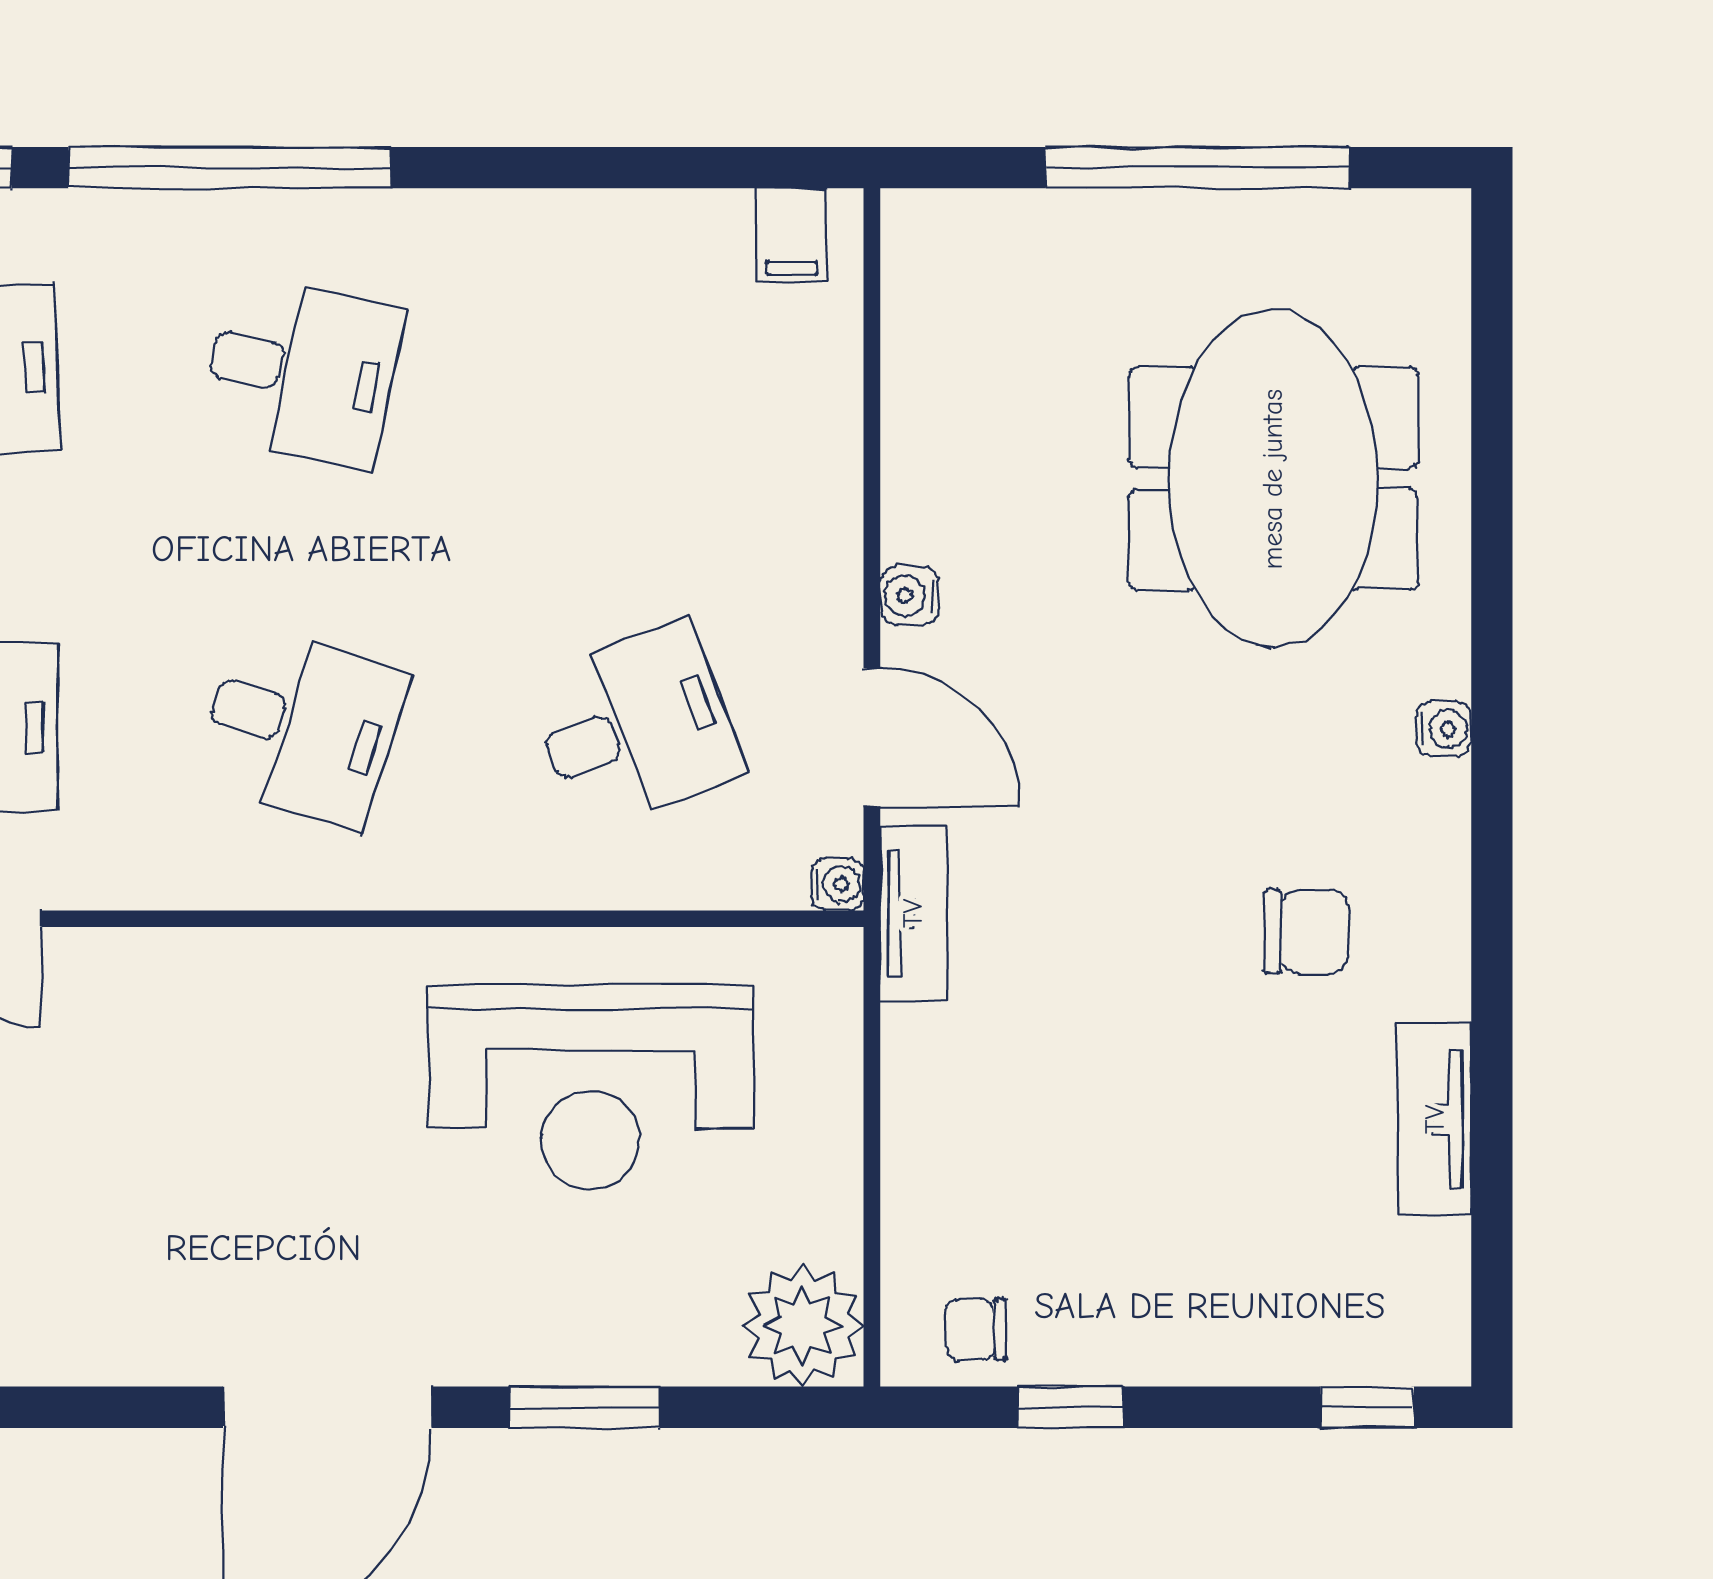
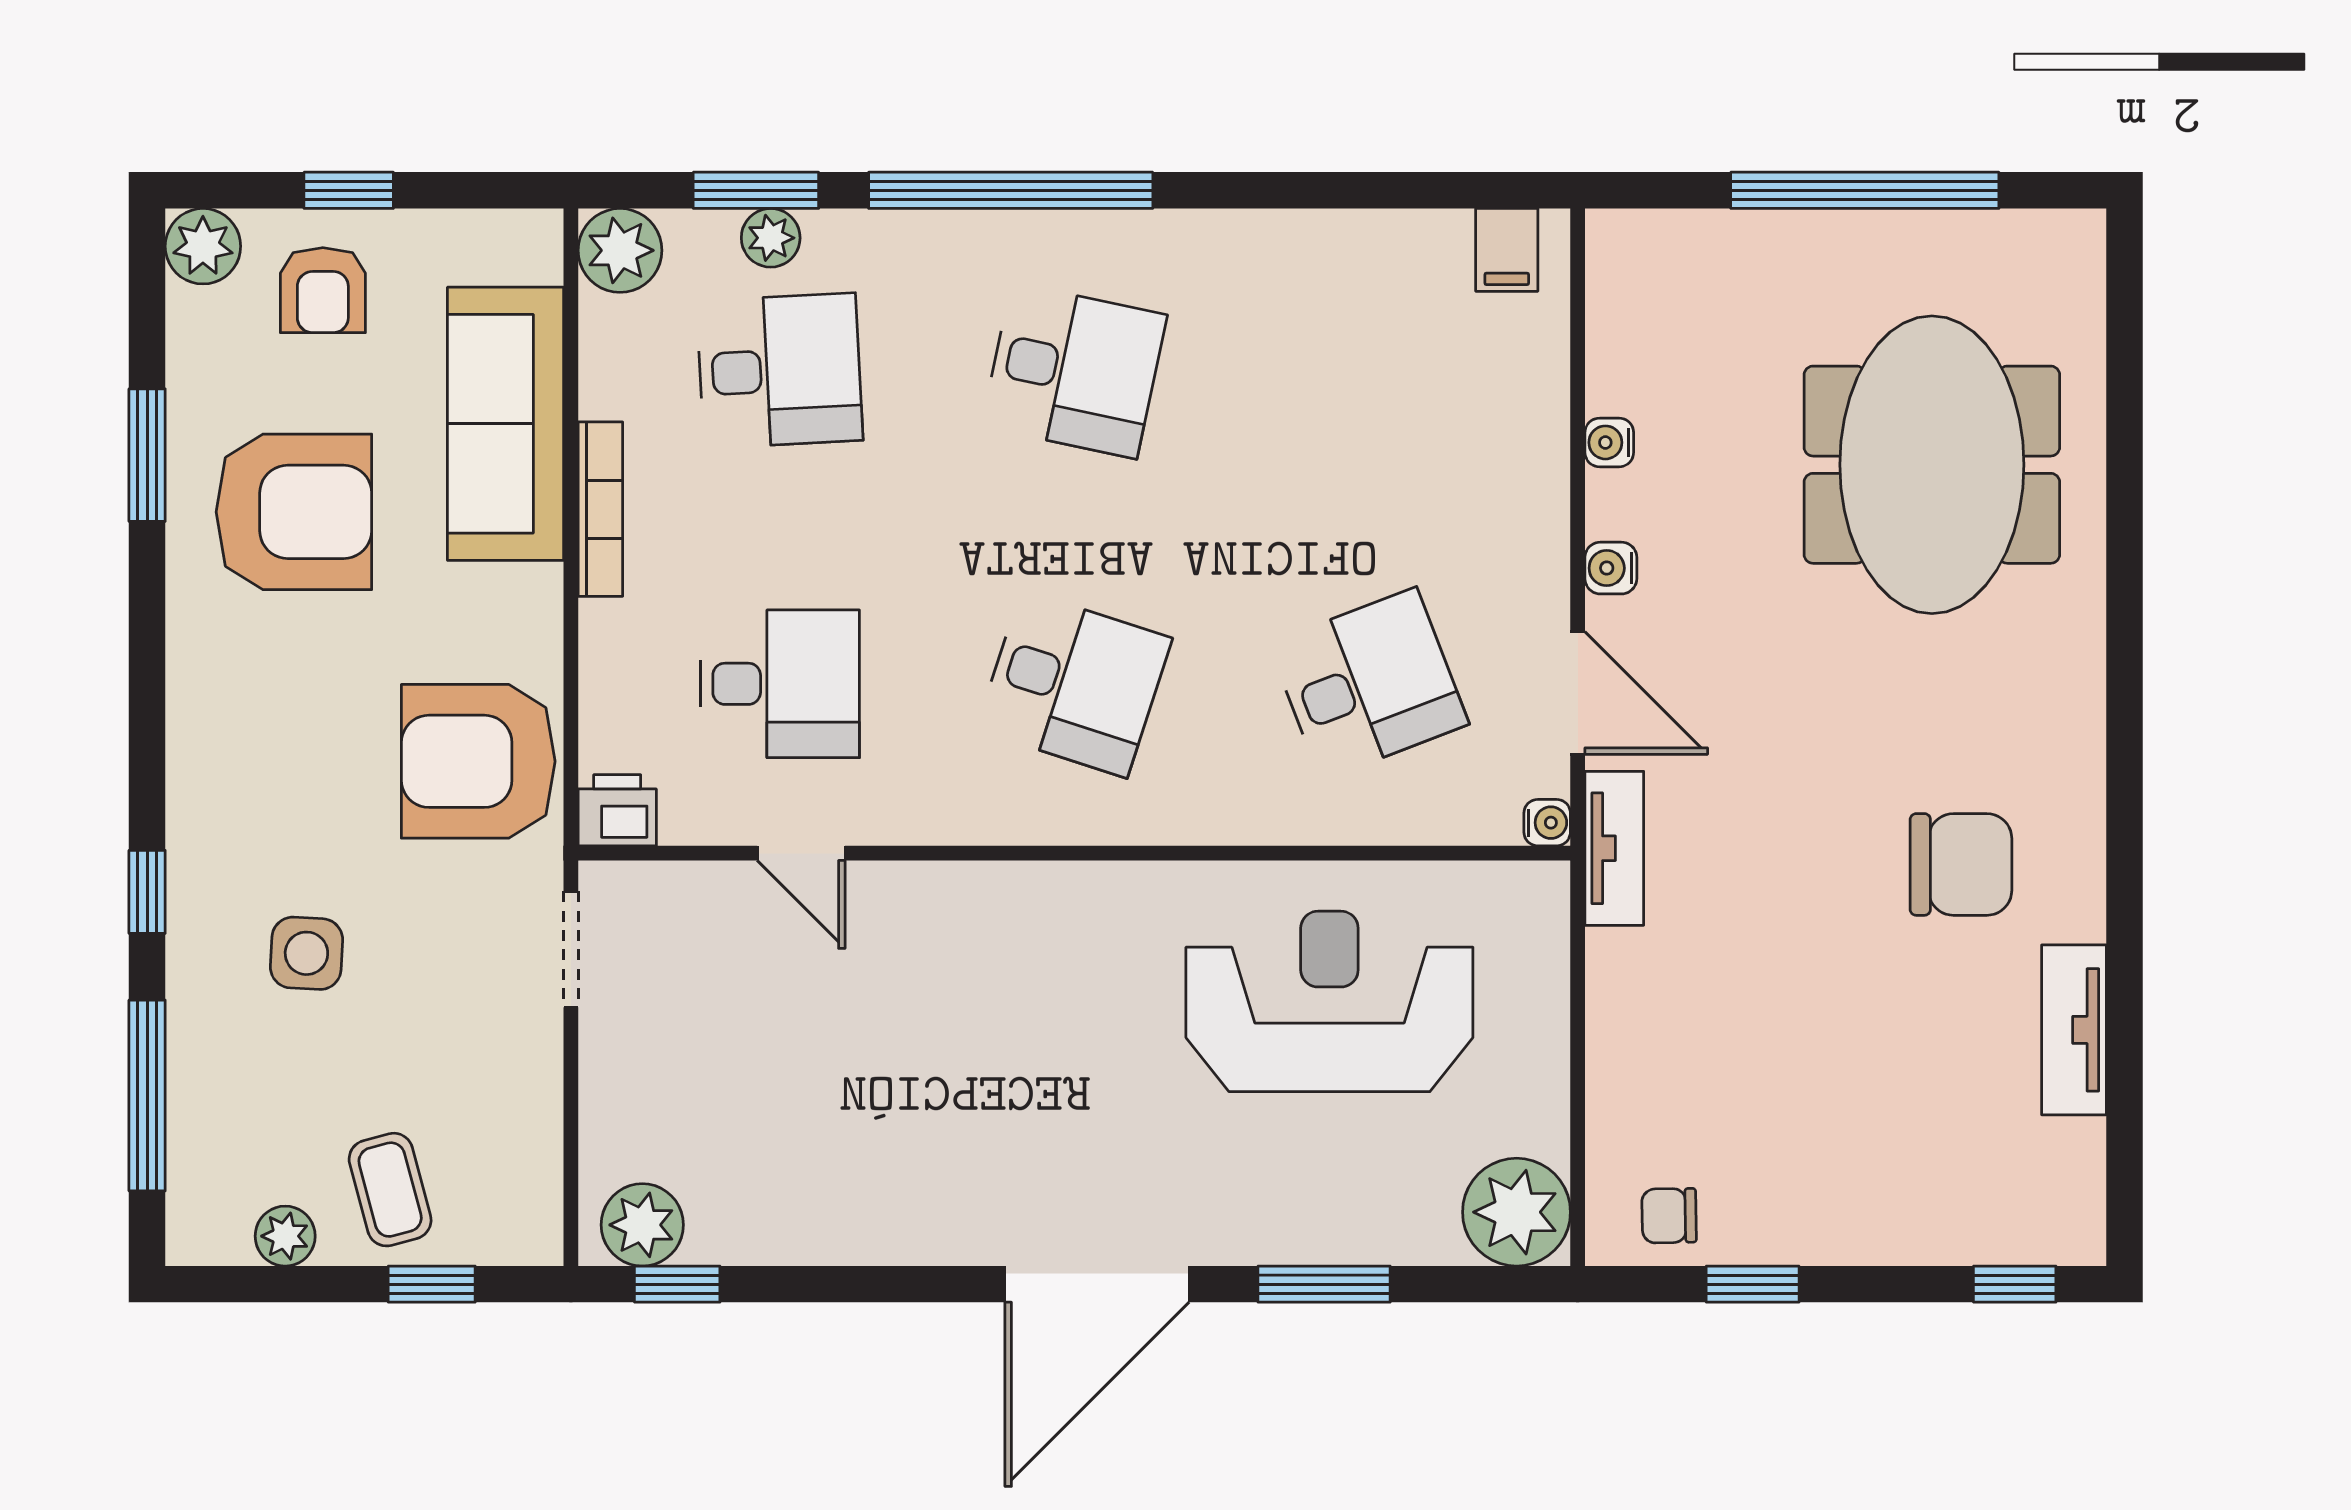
water cooler: (1444, 729) -> (1609, 442), moved, turned 180
chair: (1306, 932) -> (1961, 864), width x1.37, depth x1.37
reception desk: (591, 1087) -> (1329, 1001), turned 180

